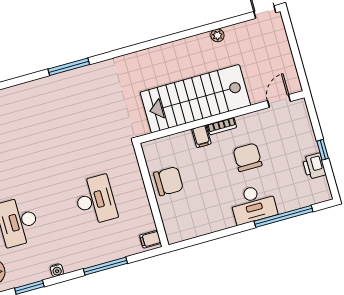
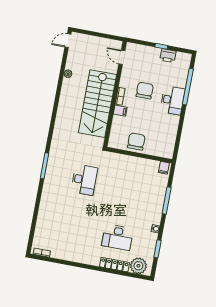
chair: (248, 157) -> (145, 91), turned 90
desk: (95, 200) -> (84, 180), moved, turned 90

